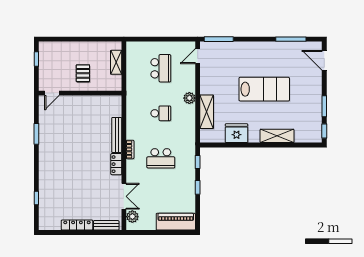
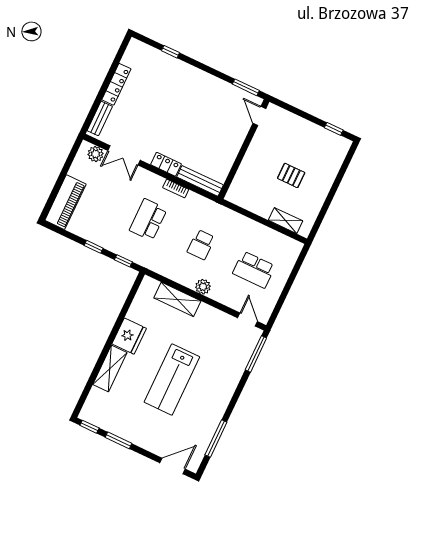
door: (52, 93) -> (259, 116), moved
wall: (80, 93) -> (244, 149), moved
fridge: (237, 133) -> (129, 336), moved

